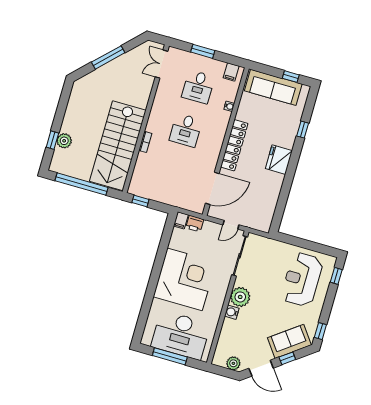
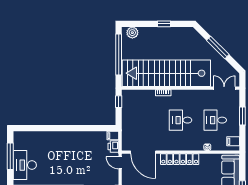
window: (52, 140) -> (164, 24), moved
plant: (64, 141) -> (132, 33), moved
stairs: (118, 146) -> (166, 73), width x1.36
door: (231, 225) -> (120, 163), moved
corner desk: (185, 279) -> (70, 151), removed
desk: (181, 335) -> (25, 165), width x0.73, depth x0.77

